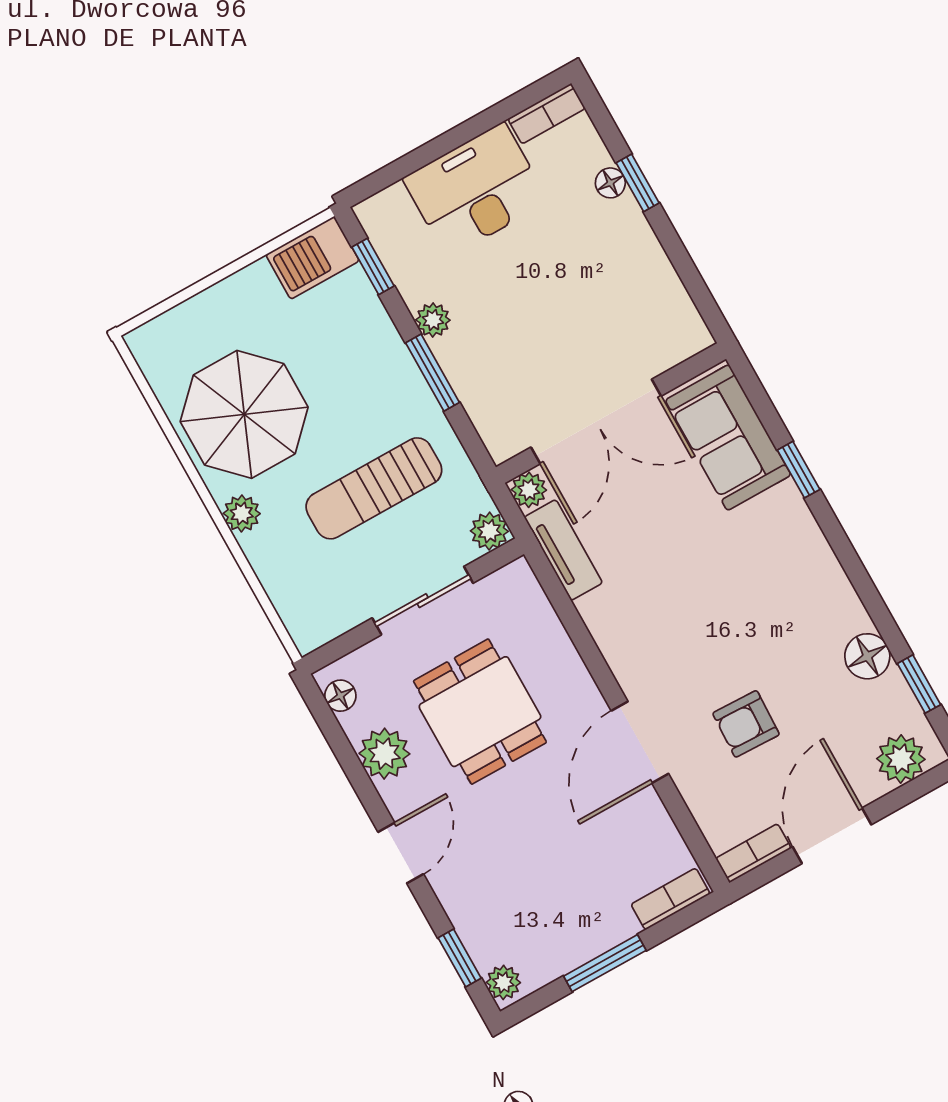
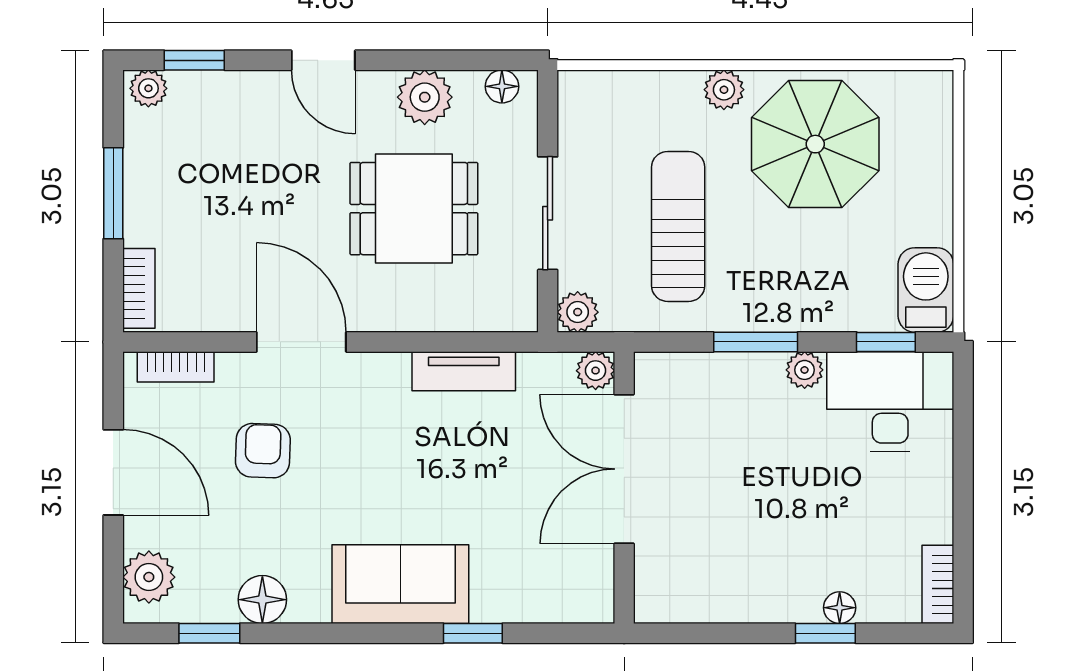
desk: (476, 190) -> (890, 401), moved, turned -90
sofa: (728, 438) -> (400, 584), moved
tv unit: (563, 550) -> (464, 371), moved
bookcase: (753, 853) -> (176, 367), moved, turned 90

